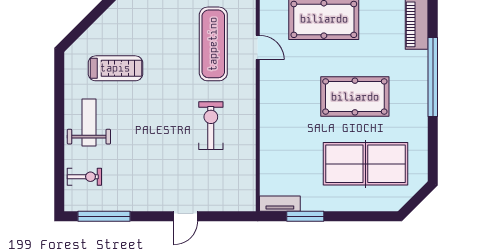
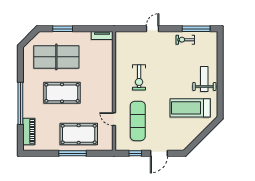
treadmill: (115, 68) -> (190, 108), width x1.37, depth x1.38
weight bench: (89, 122) -> (204, 79), turned 180
exercise bike: (84, 177) -> (185, 40), moved
window: (305, 216) -> (63, 29), moved

